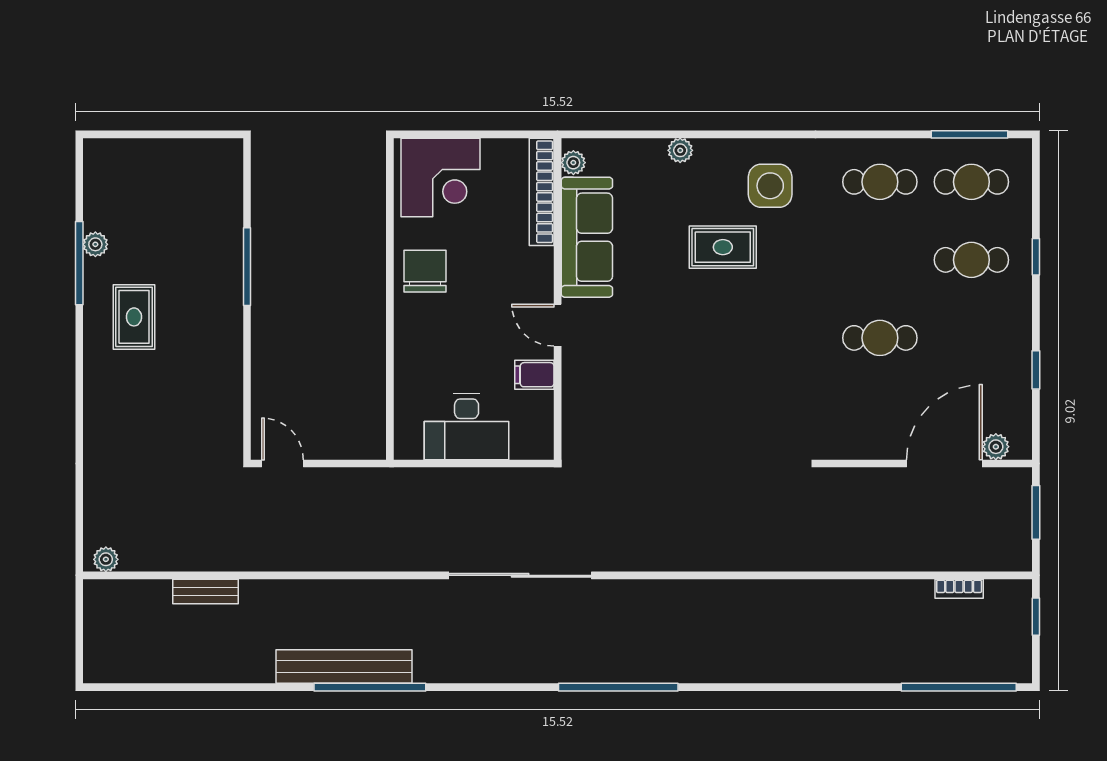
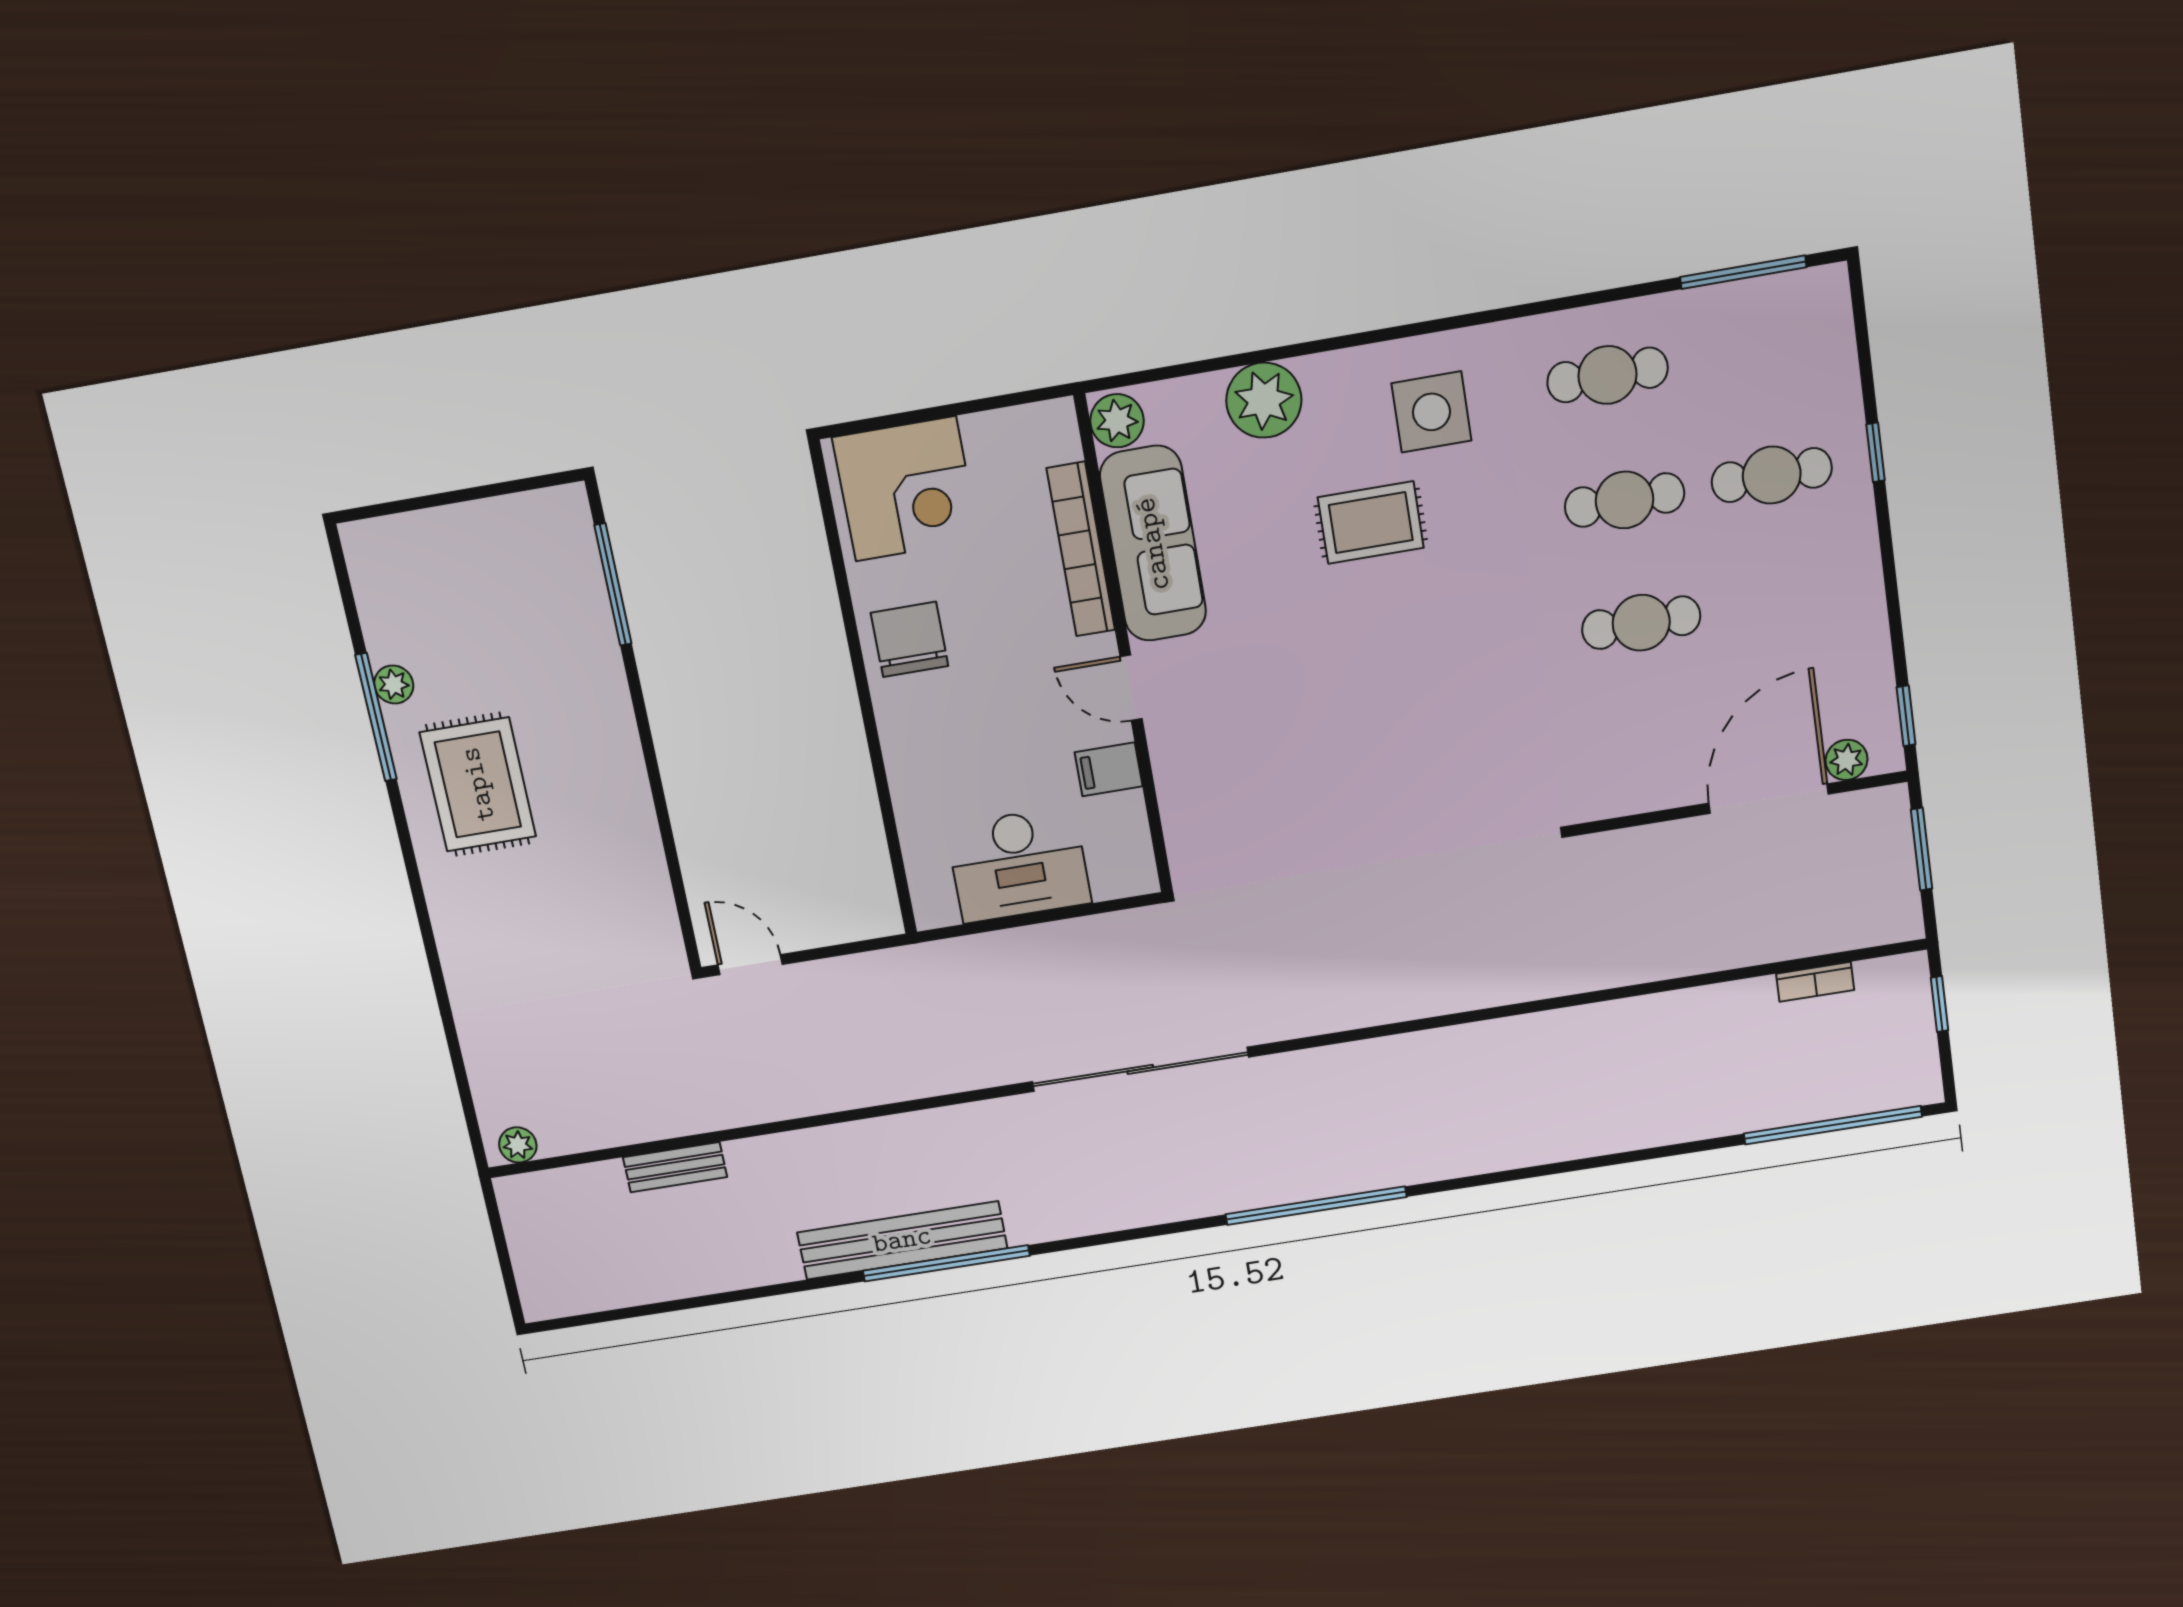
plant: (680, 150) -> (1264, 400), width x1.88, depth x1.88
plant: (573, 163) -> (1117, 421), width x1.38, depth x1.38
cafe table: (971, 182) -> (1624, 500), moved
bookcase: (542, 192) -> (1081, 549), moved
window: (247, 267) -> (613, 585), moved
rug: (134, 317) -> (478, 784), width x1.36, depth x1.43
window: (1036, 370) -> (1906, 716), moved

